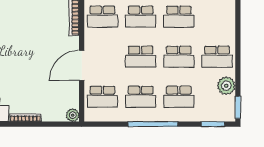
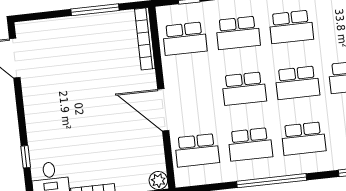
door: (82, 65) -> (163, 110), hinge flipped

